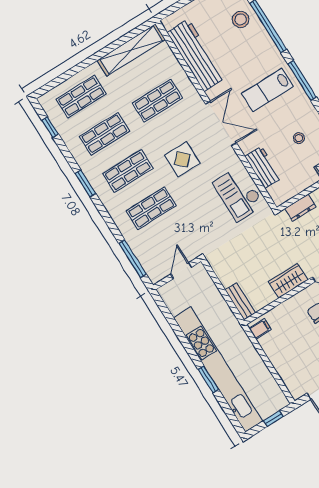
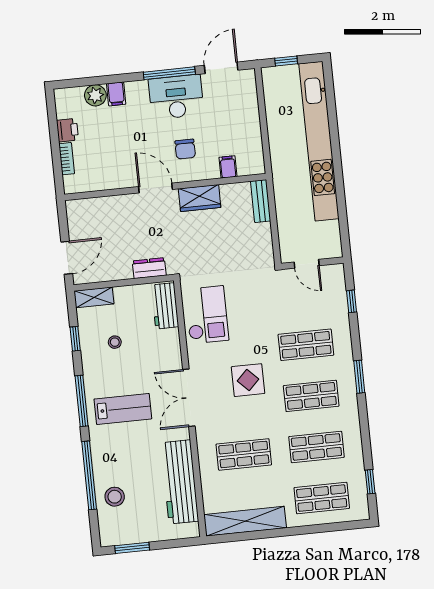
workbench: (263, 167) -> (165, 306), moved
window: (85, 183) -> (359, 377), moved
window: (133, 259) -> (351, 301), width x0.46
door: (181, 271) -> (307, 264), hinge flipped
filing cabinet: (260, 329) -> (228, 167), moved, turned 90
window: (208, 379) -> (334, 136), removed

